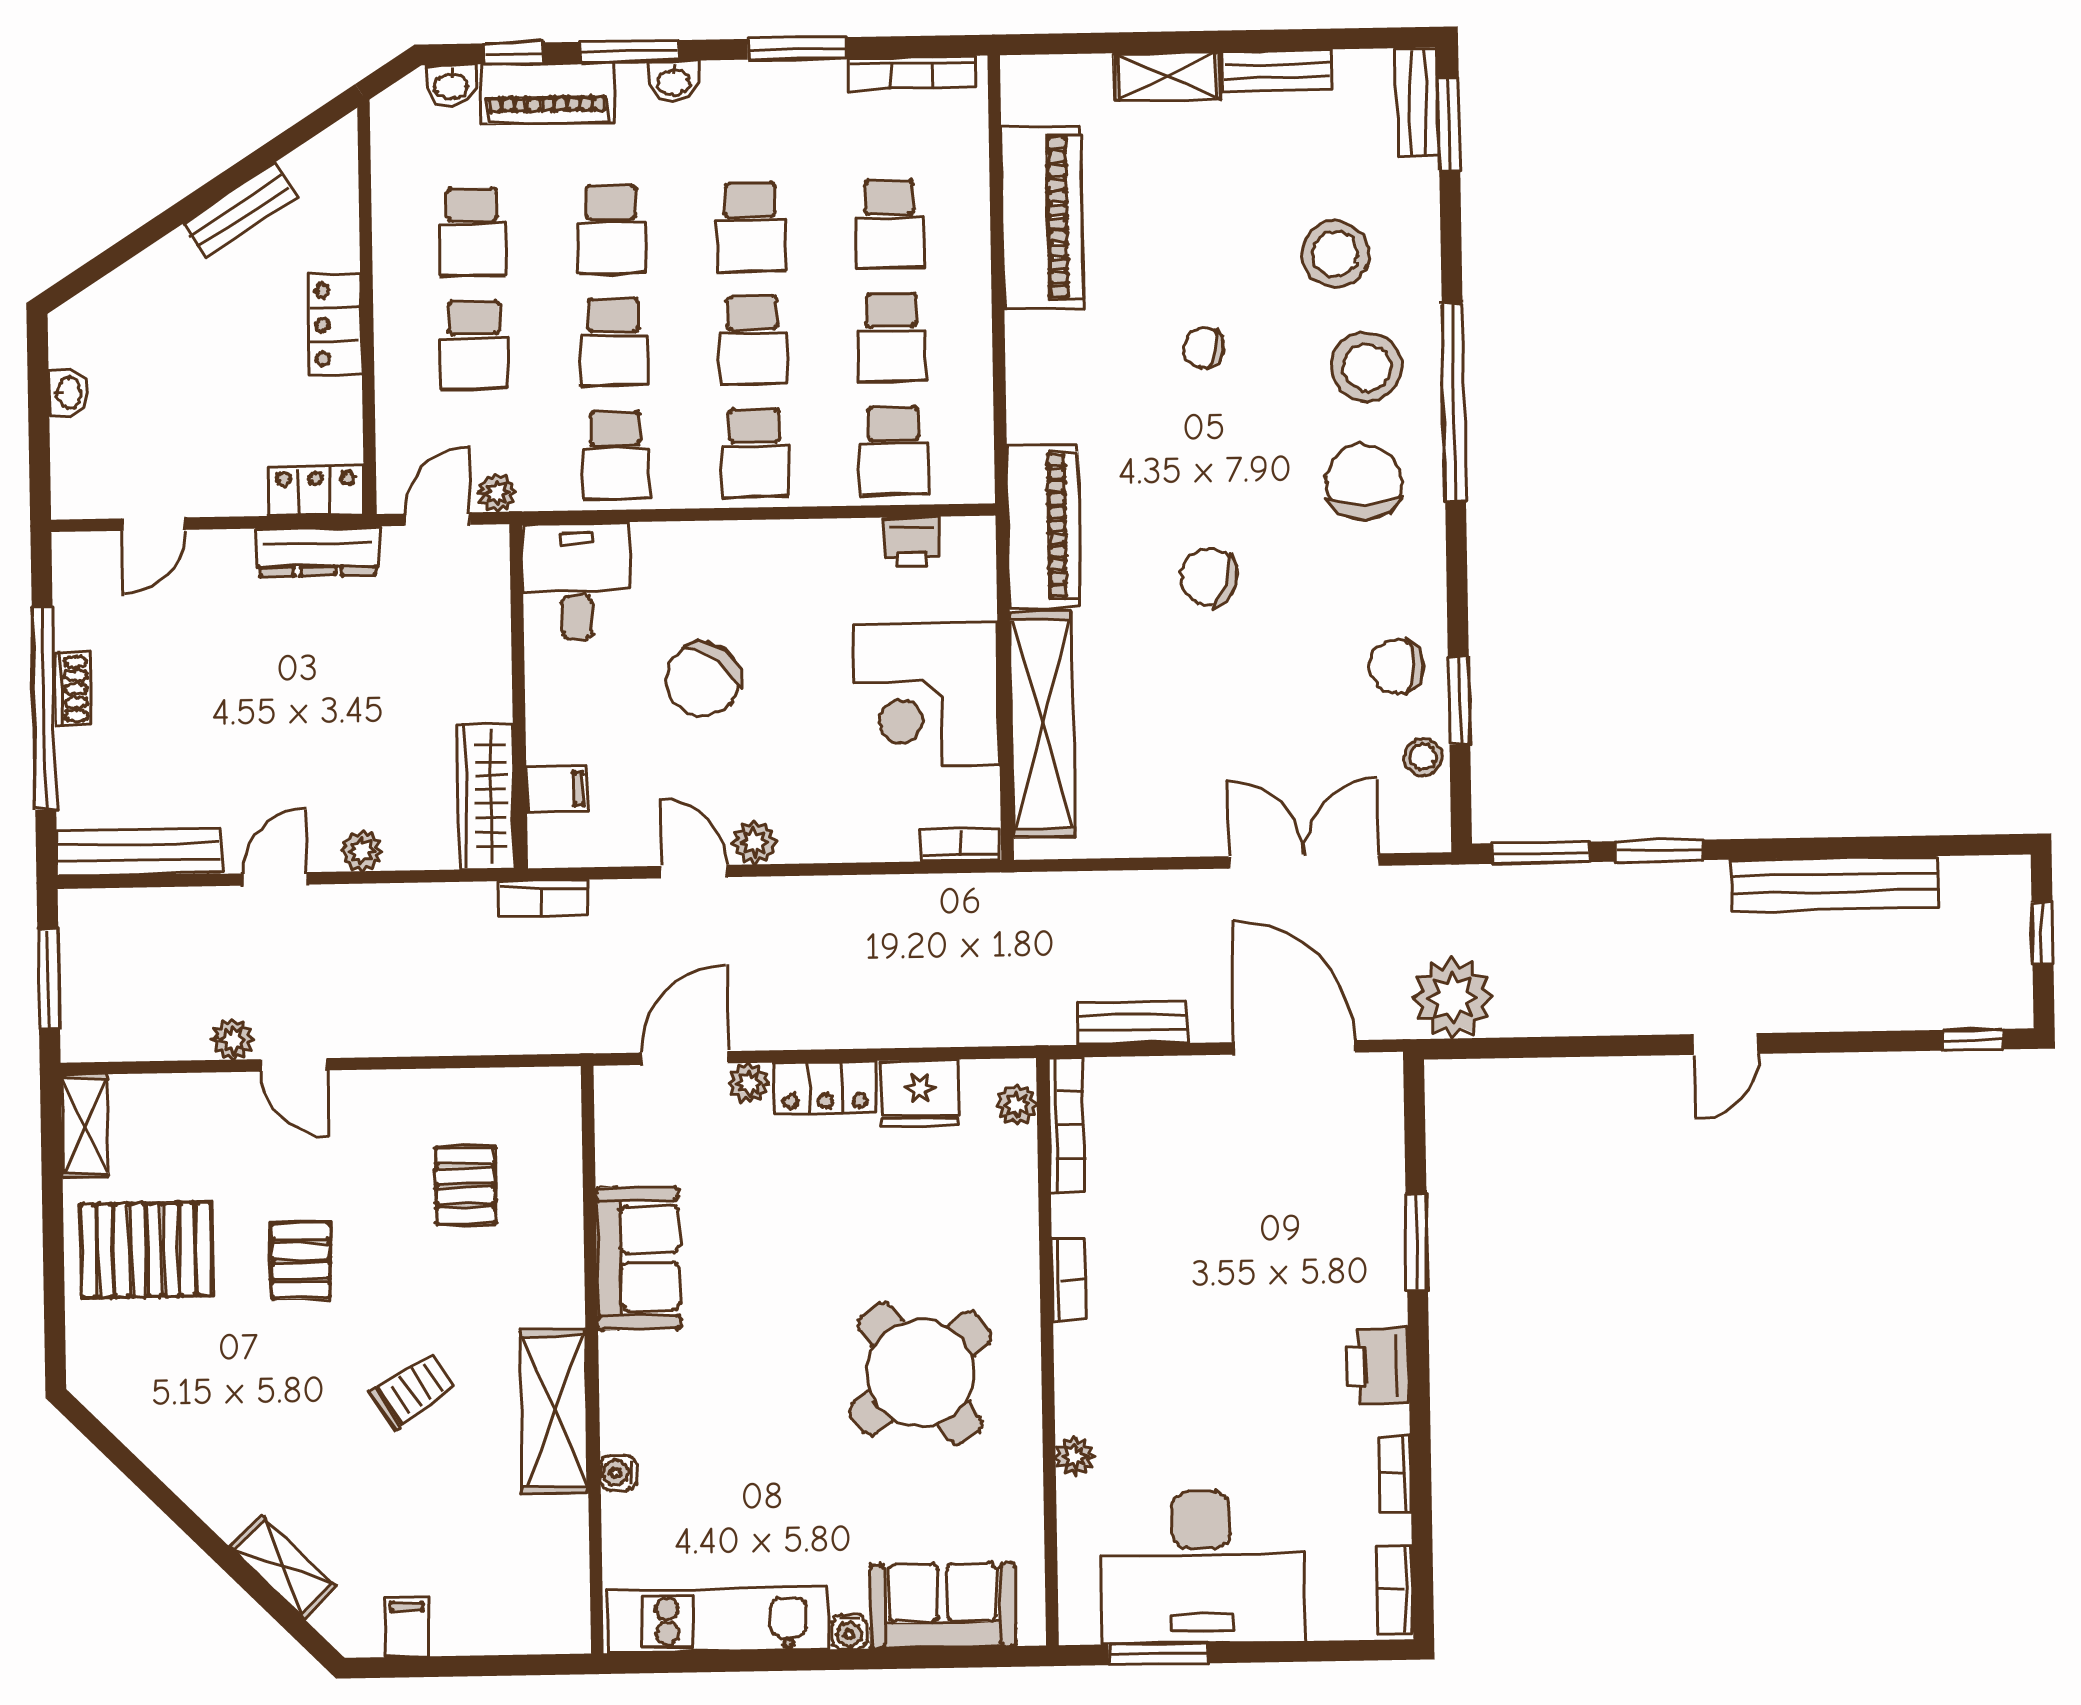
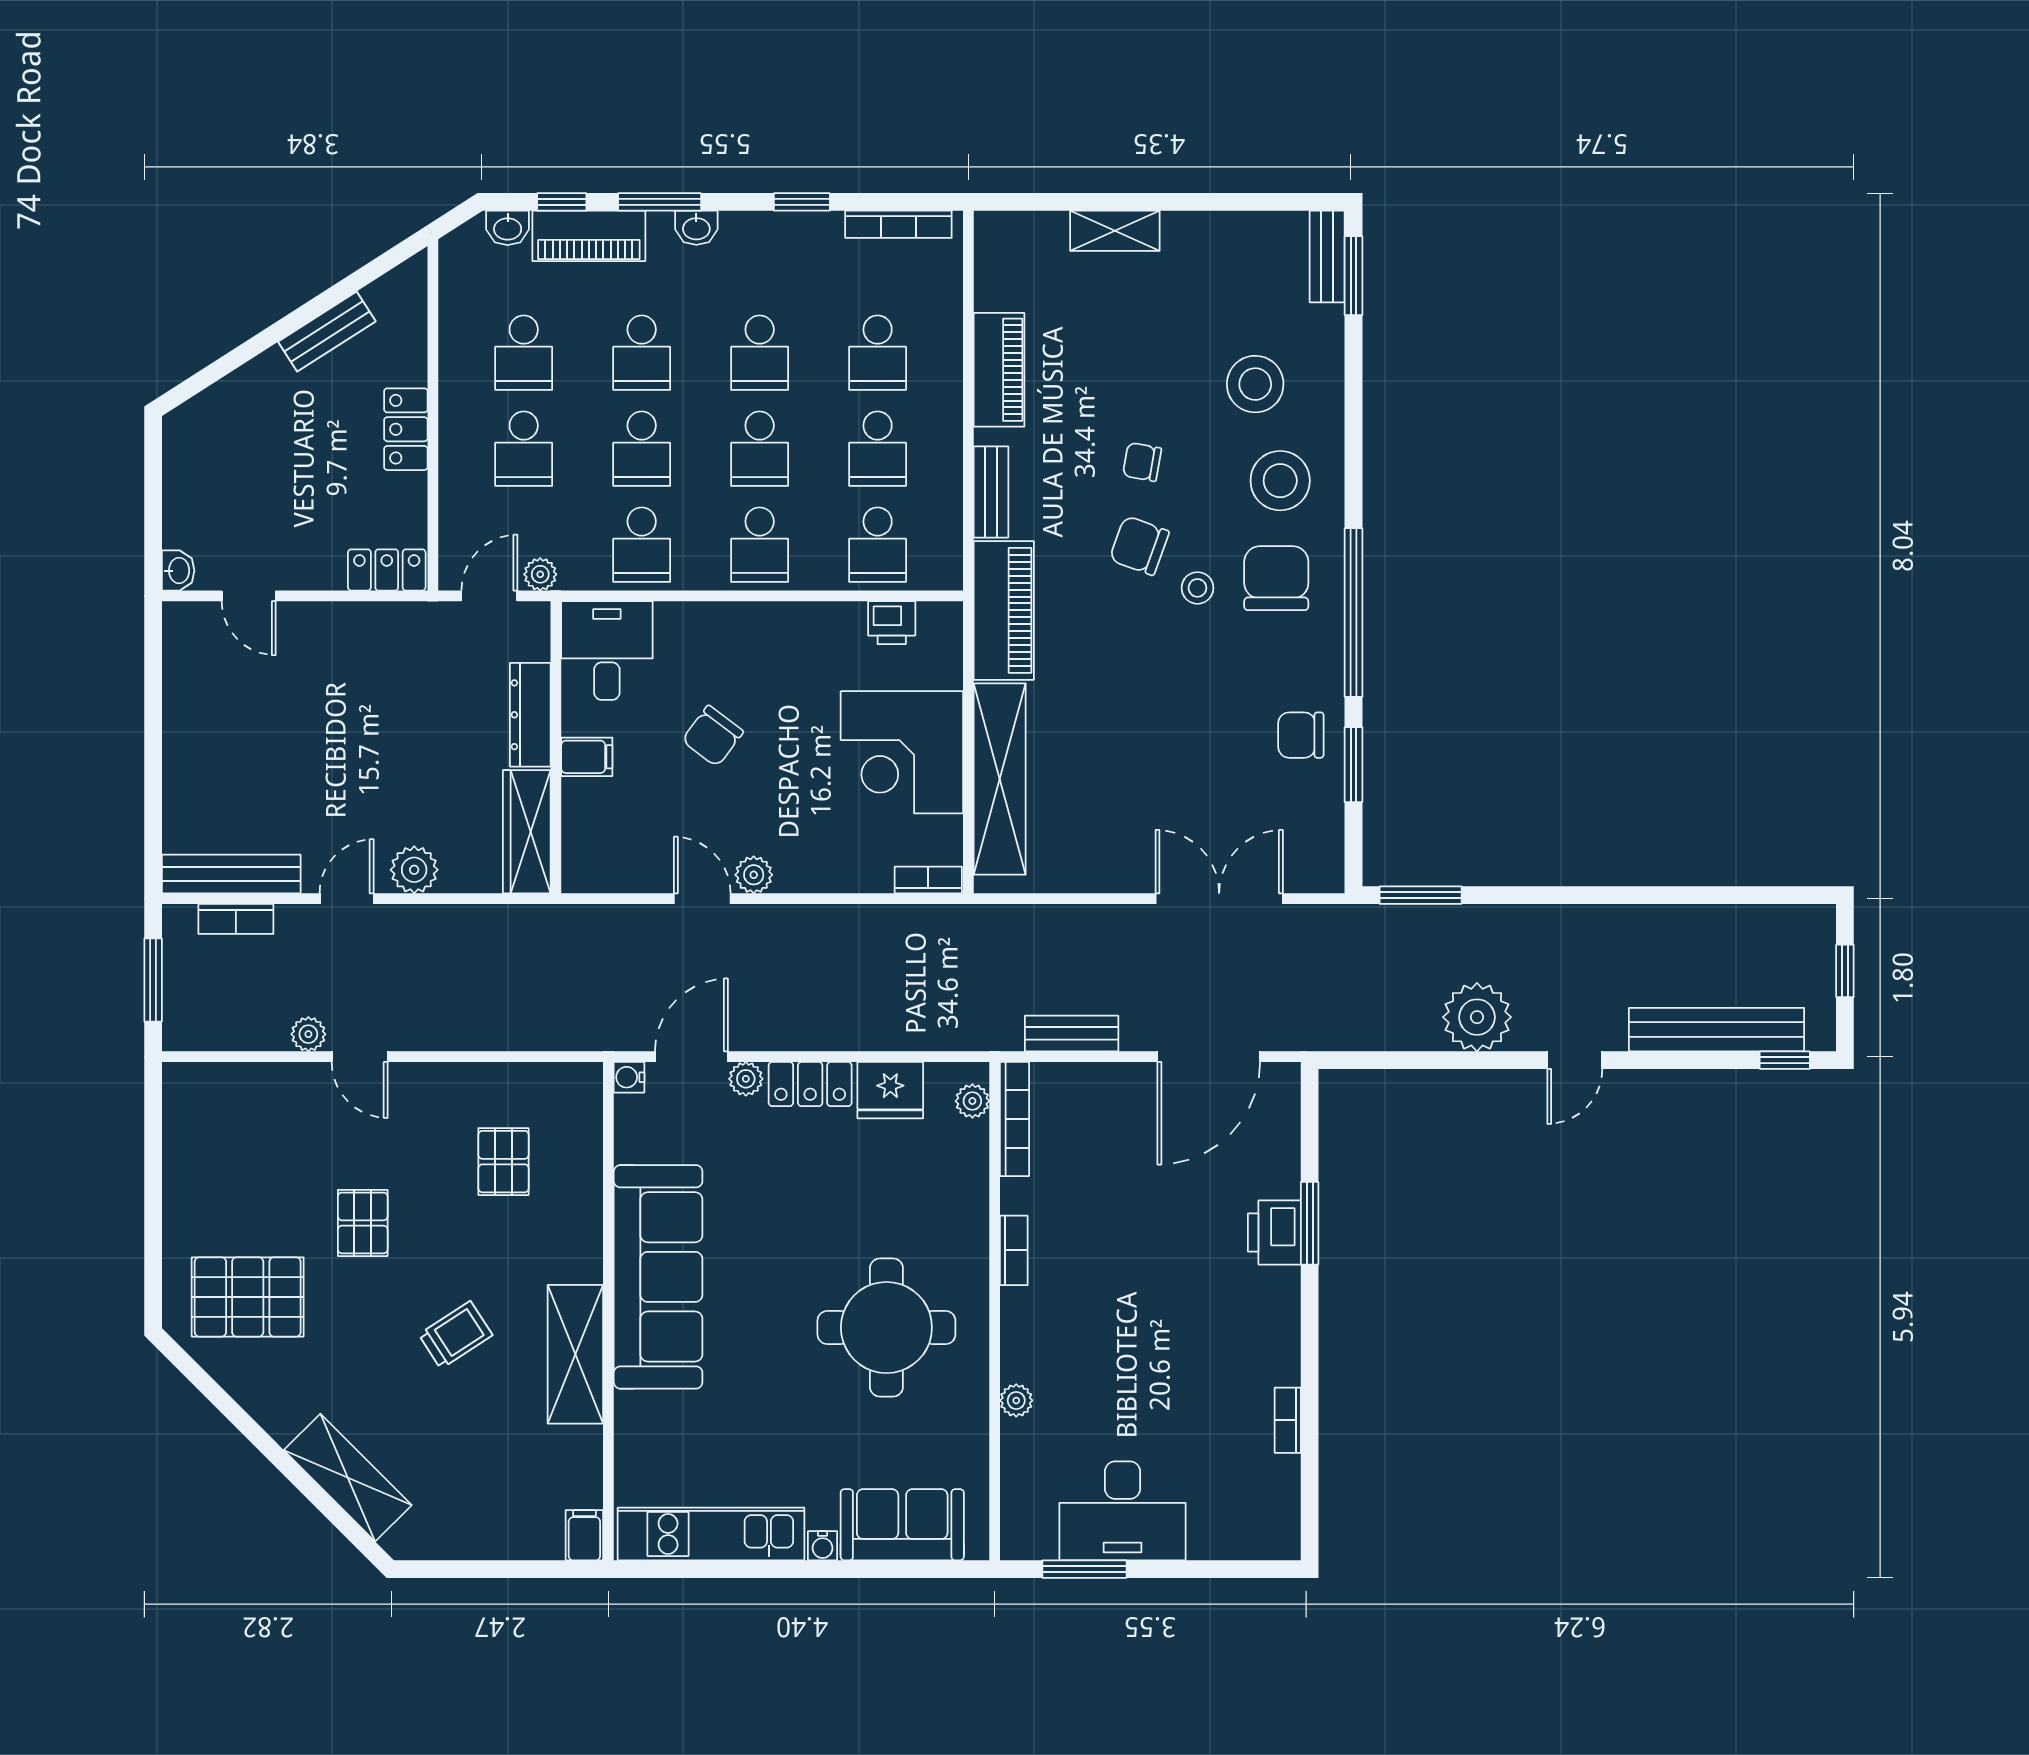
window: (797, 48) -> (802, 202), width x0.67
bench: (1277, 71) -> (991, 492), moved, turned 90
piano: (1042, 217) -> (999, 370), width x0.73, depth x0.75
washbasin: (68, 393) -> (178, 571), moved
window: (1454, 402) -> (1354, 613), moved
door: (153, 524) -> (249, 596), hinge flipped
dresser: (318, 551) -> (530, 715), moved, turned 90
chair: (1209, 577) -> (1139, 546), moved
chair: (703, 680) -> (713, 736), width x0.73, depth x0.73
shoe rack: (72, 689) -> (177, 734), removed
window: (44, 708) -> (153, 751), removed
stool: (1423, 757) -> (1197, 588), moved
filing cabinet: (557, 789) -> (587, 757), moved
plant: (362, 851) -> (414, 870), width x1.38, depth x1.38
window: (1659, 851) -> (1521, 895), removed
bench: (1835, 884) -> (1717, 1030), moved
bookcase: (543, 898) -> (236, 919), moved
plant: (1453, 998) -> (1477, 1017), moved
door: (1294, 1047) -> (1209, 1057), swing flipped
shelving: (85, 1126) -> (181, 1105), removed
pallet: (146, 1250) -> (248, 1297), moved
sofa: (638, 1258) -> (658, 1277), width x1.85, depth x1.27
printer: (1377, 1366) -> (1274, 1233), moved
round table: (920, 1373) -> (886, 1328), turned 38
water cooler: (618, 1473) -> (629, 1077), moved
shelving: (283, 1567) -> (348, 1478), width x1.50, depth x1.33
desk: (1202, 1567) -> (1123, 1511), width x0.73, depth x0.77
bookcase: (1395, 1590) -> (1286, 1518), removed
filing cabinet: (407, 1627) -> (584, 1535), moved

